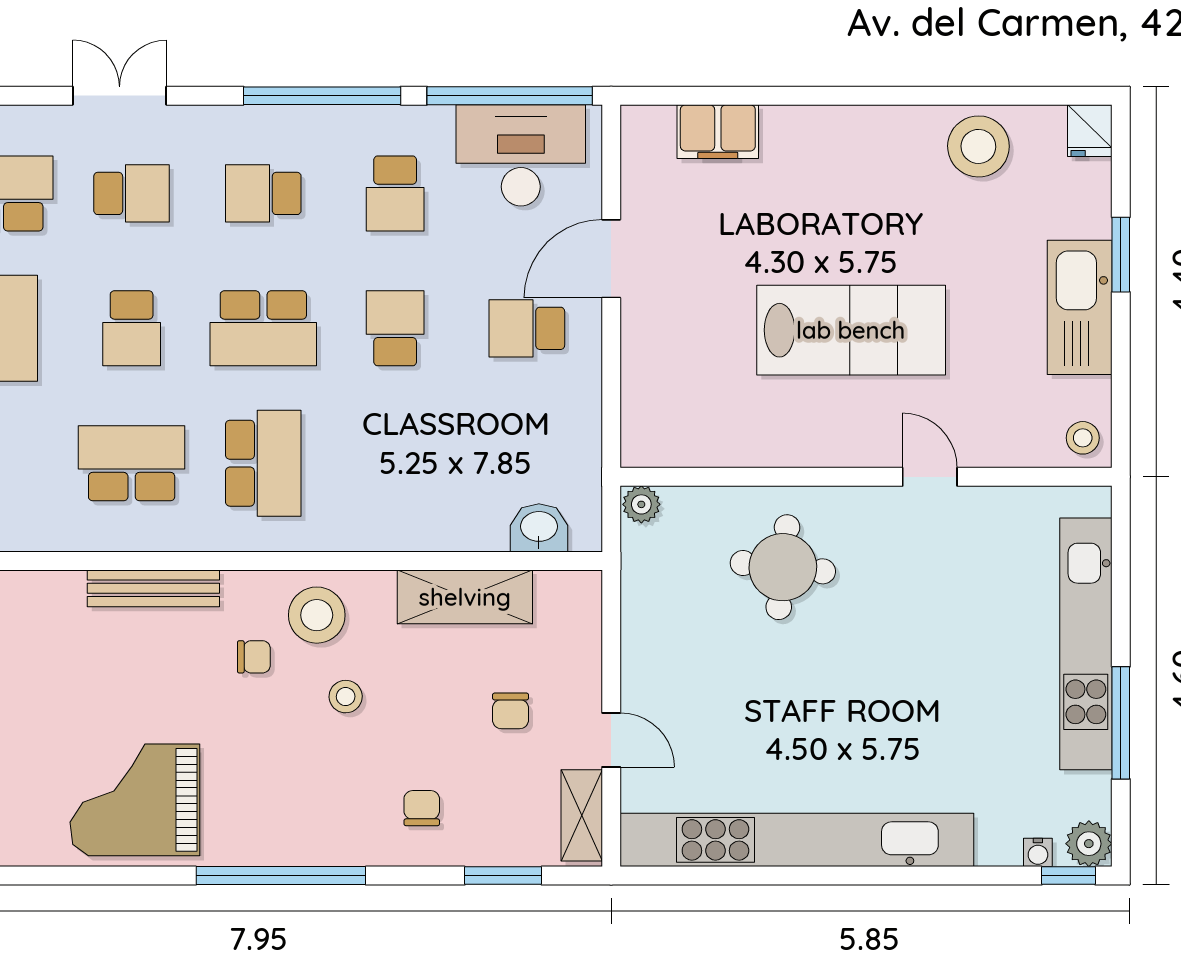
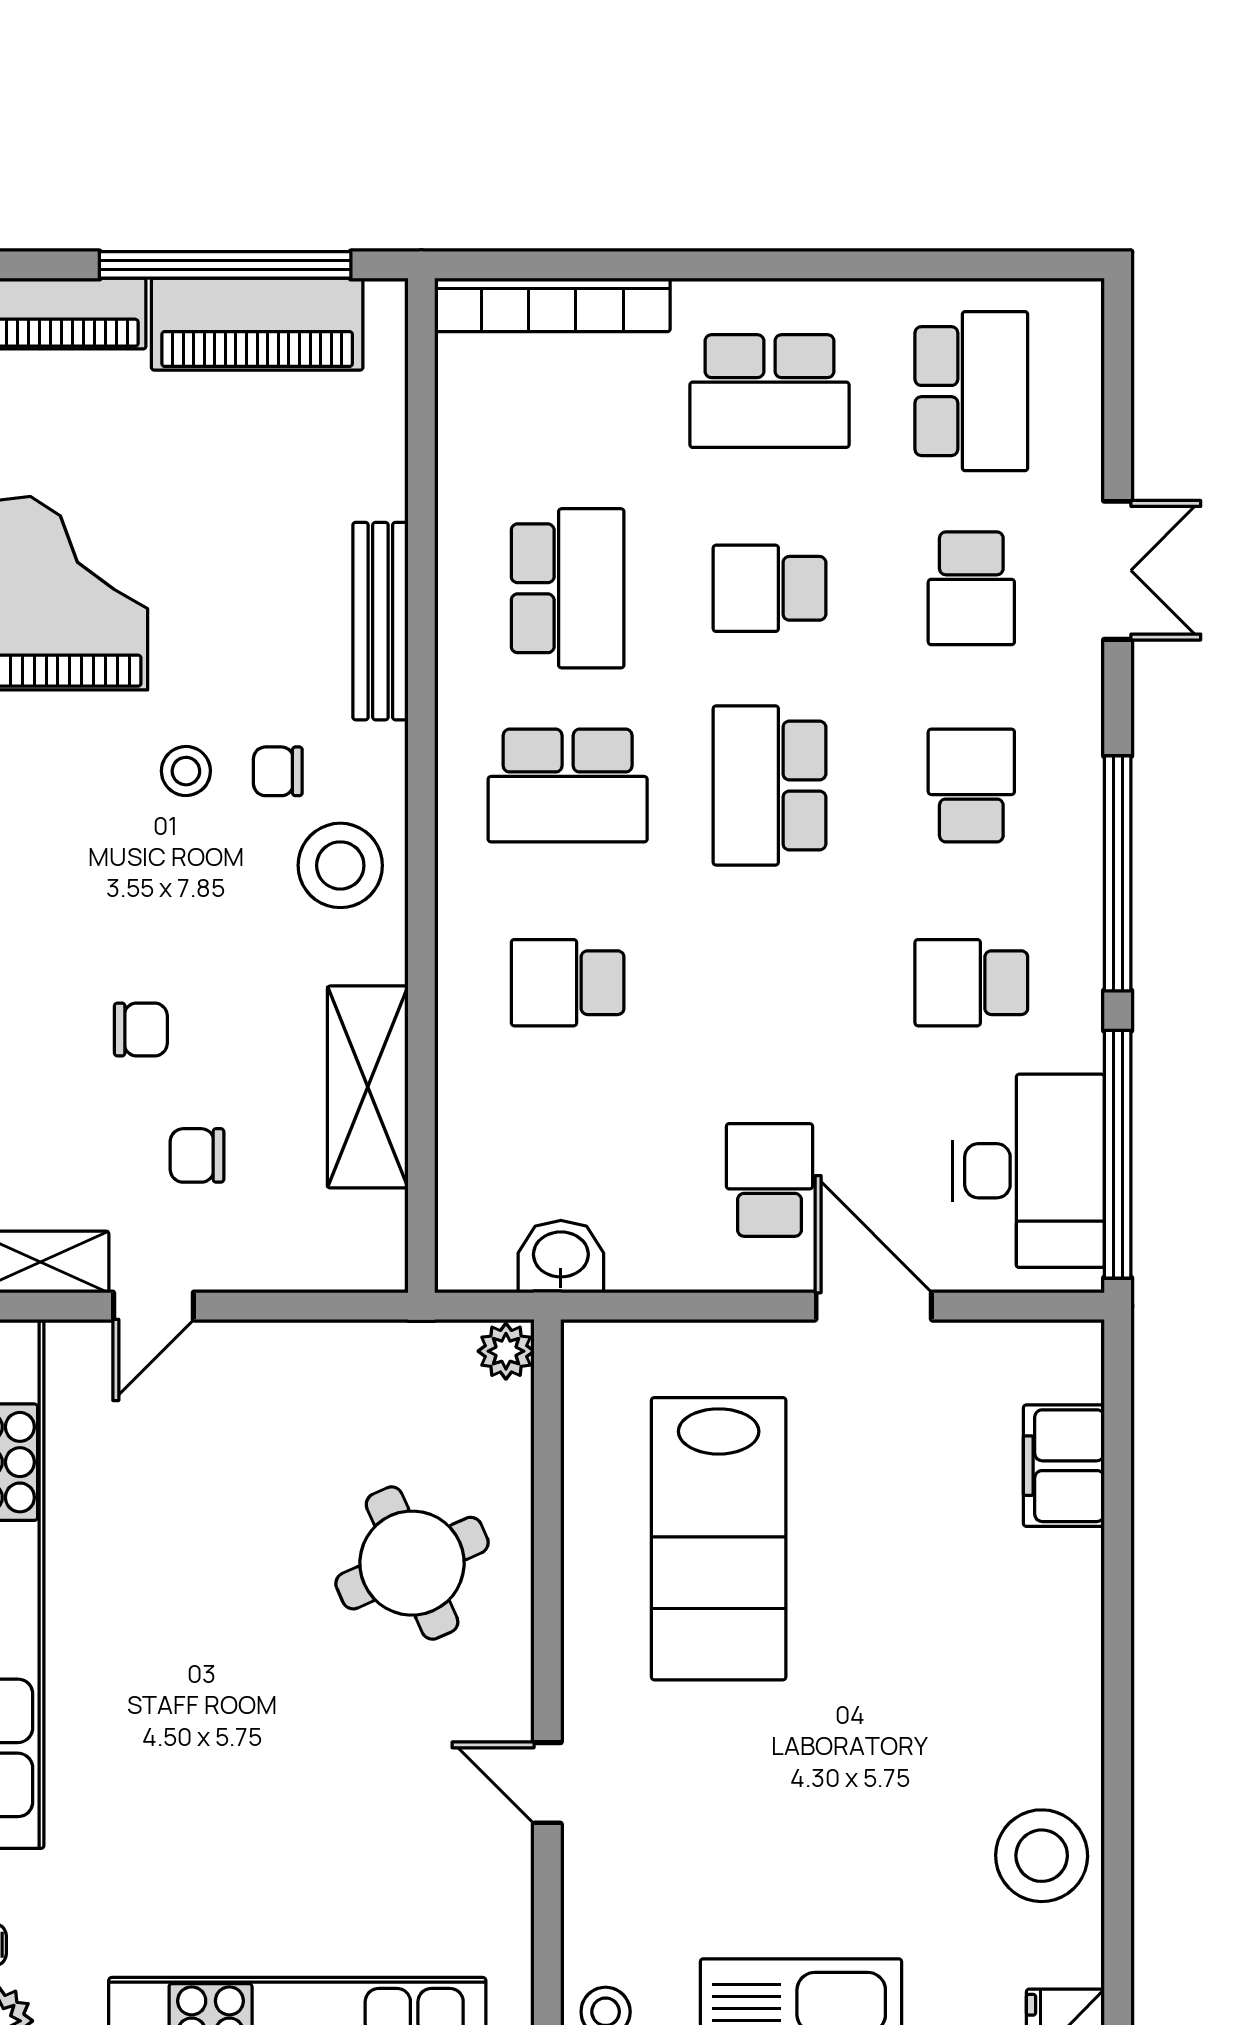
school desk: (395, 328) -> (568, 983), moved, turned 180
lab bench: (851, 330) -> (719, 1539), moved
door: (930, 477) -> (547, 1783), swing flipped
washbasin: (539, 528) -> (561, 1257), moved, turned -90
round table: (783, 567) -> (412, 1563), turned -30
chair: (254, 657) -> (278, 771), turned 90
stool: (346, 697) -> (186, 771), moved
chair: (422, 808) -> (141, 1029), moved

